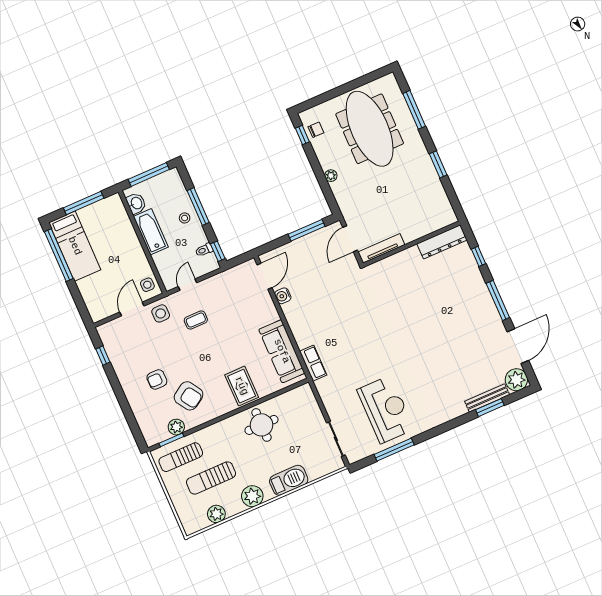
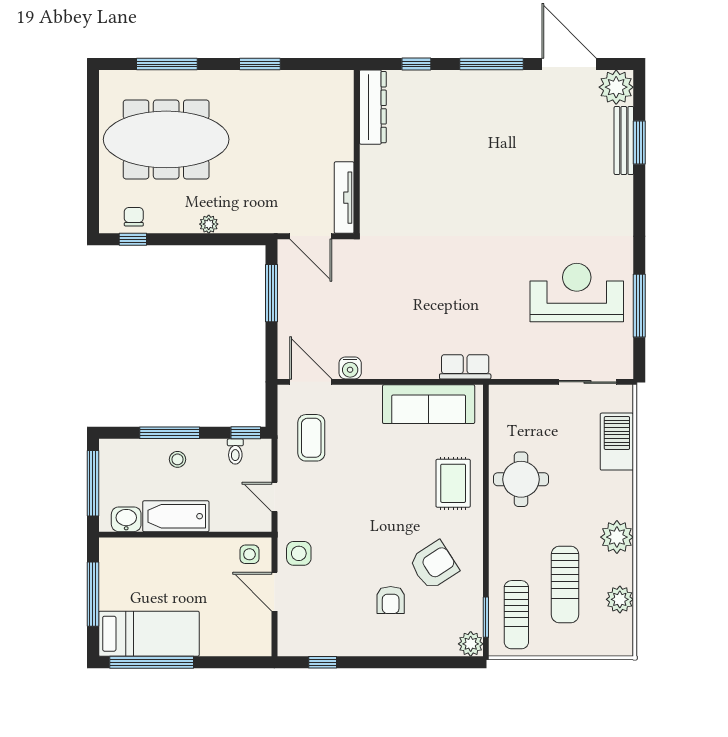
coffee table: (196, 320) -> (311, 438), moved, width x1.36, depth x1.30
rug: (242, 386) -> (453, 483), turned 90
plant: (176, 427) -> (471, 644), moved
barbecue: (289, 480) -> (617, 442), moved

